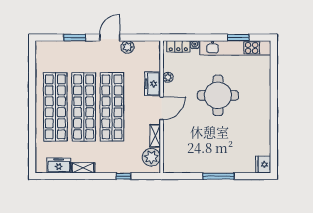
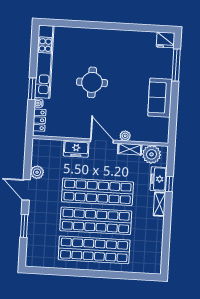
window: (238, 38) -> (32, 89), moved
plant: (168, 77) -> (125, 136), moved
round table: (218, 95) -> (92, 82), width x0.73, depth x0.73
sofa: (207, 162) -> (160, 98), added
freezer: (59, 165) -> (159, 179), moved
shelving: (83, 168) -> (159, 204), moved
window: (218, 176) -> (176, 65), moved

